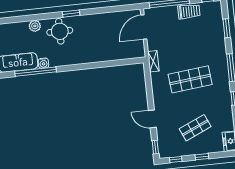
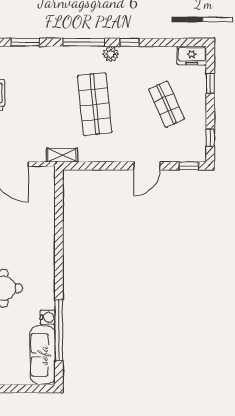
plant: (225, 87) -> (111, 54), added
window: (202, 157) -> (210, 83), moved

